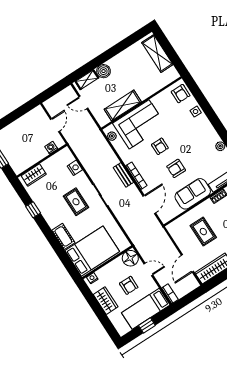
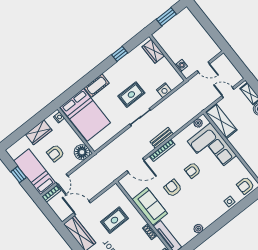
door: (83, 102) -> (228, 92), hinge flipped
shelving: (123, 105) -> (221, 121), moved
door: (148, 269) -> (62, 179), moved

